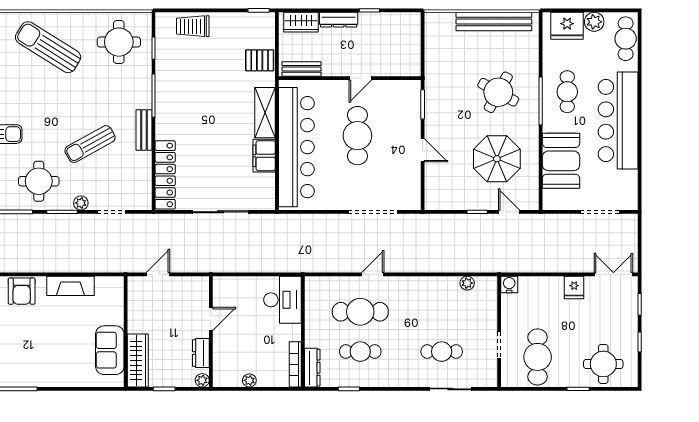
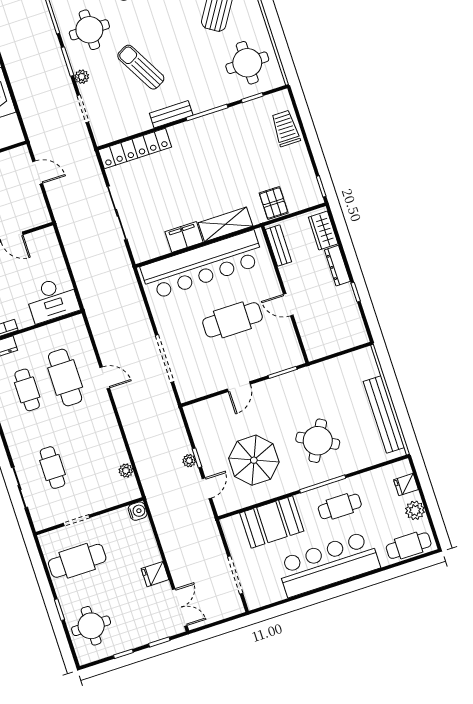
fridge: (567, 26) -> (406, 485), width x0.53, depth x0.75
plant: (477, 220) -> (189, 461), added

